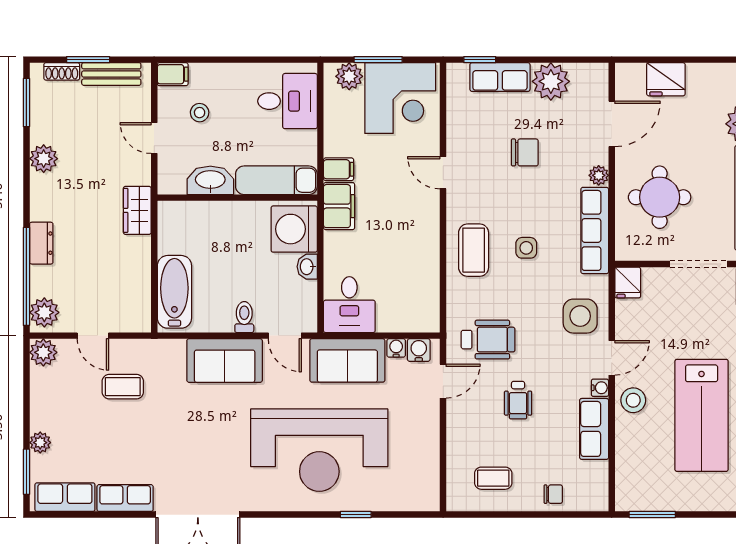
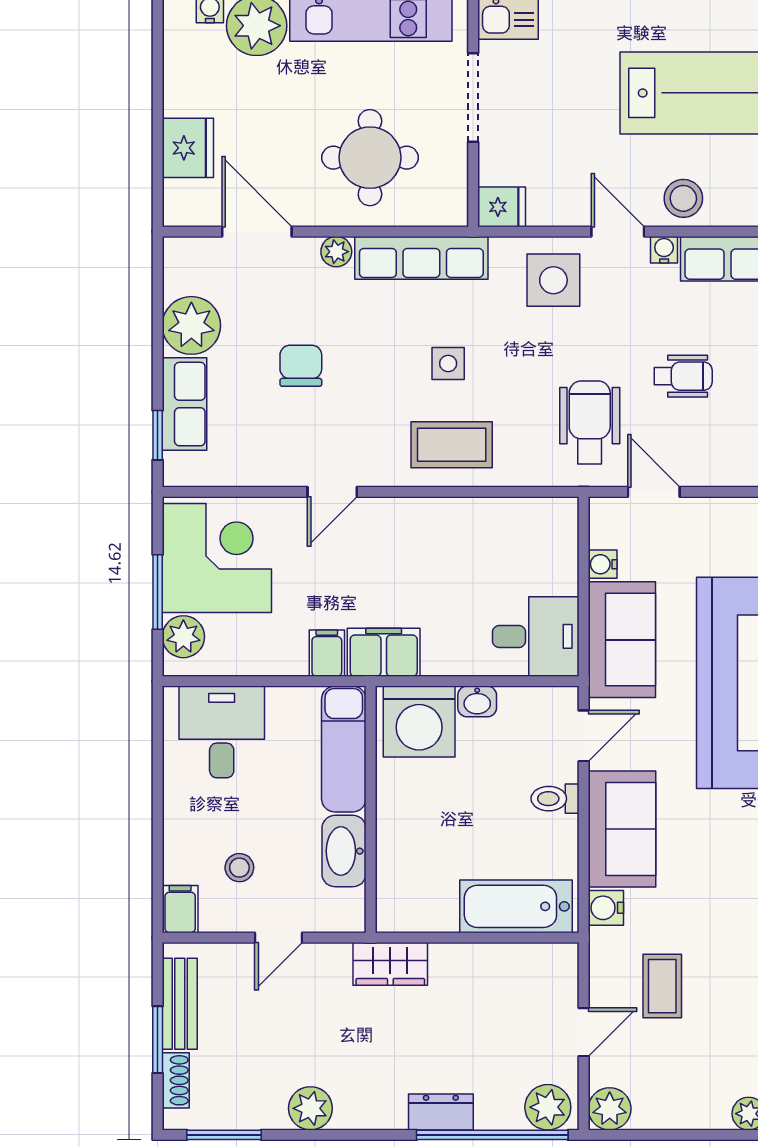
water cooler: (419, 350) -> (606, 908), moved

